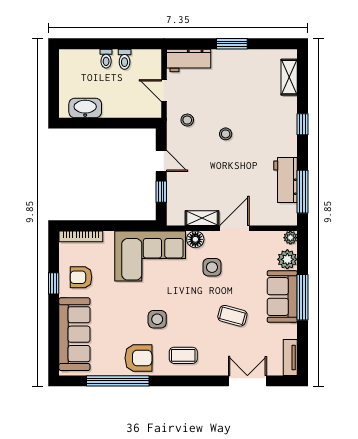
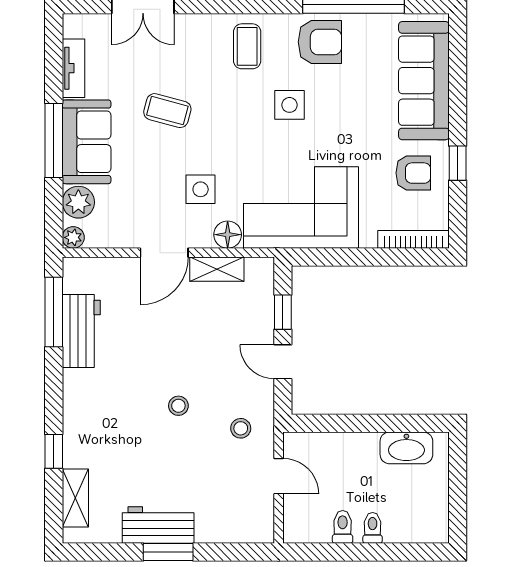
workbench: (189, 60) -> (158, 525), moved
window: (302, 124) -> (54, 451), moved
coffee table: (183, 355) -> (247, 46), turned 90
tv unit: (290, 357) -> (73, 68), moved
armchair: (138, 358) -> (320, 42), turned 180

